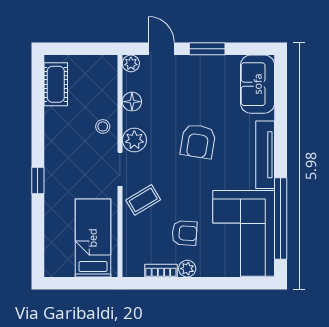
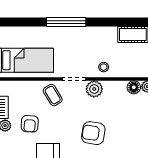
floor lamp: (132, 102) -> (134, 87), moved
window: (38, 180) -> (66, 22), width x2.17

